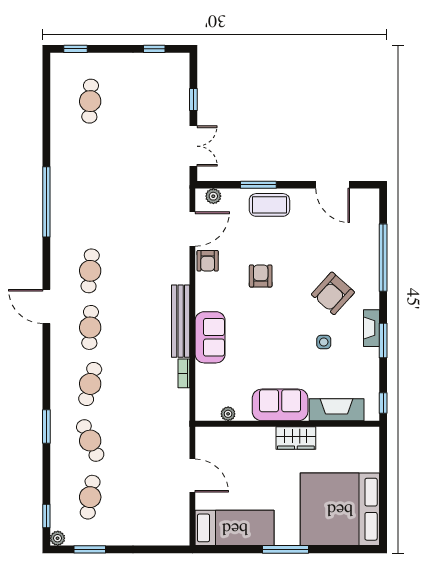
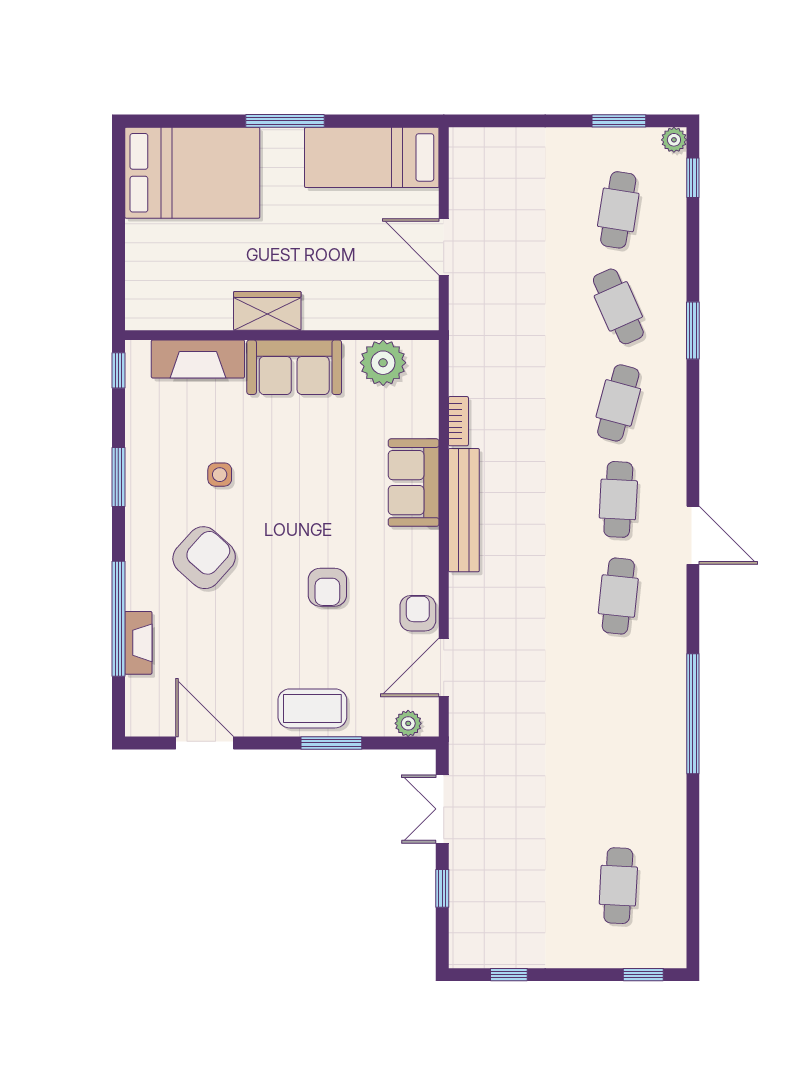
fireplace: (371, 328) -> (138, 643), moved
plant: (228, 414) -> (383, 363), width x1.88, depth x1.88
bed: (340, 509) -> (192, 173), width x0.73

